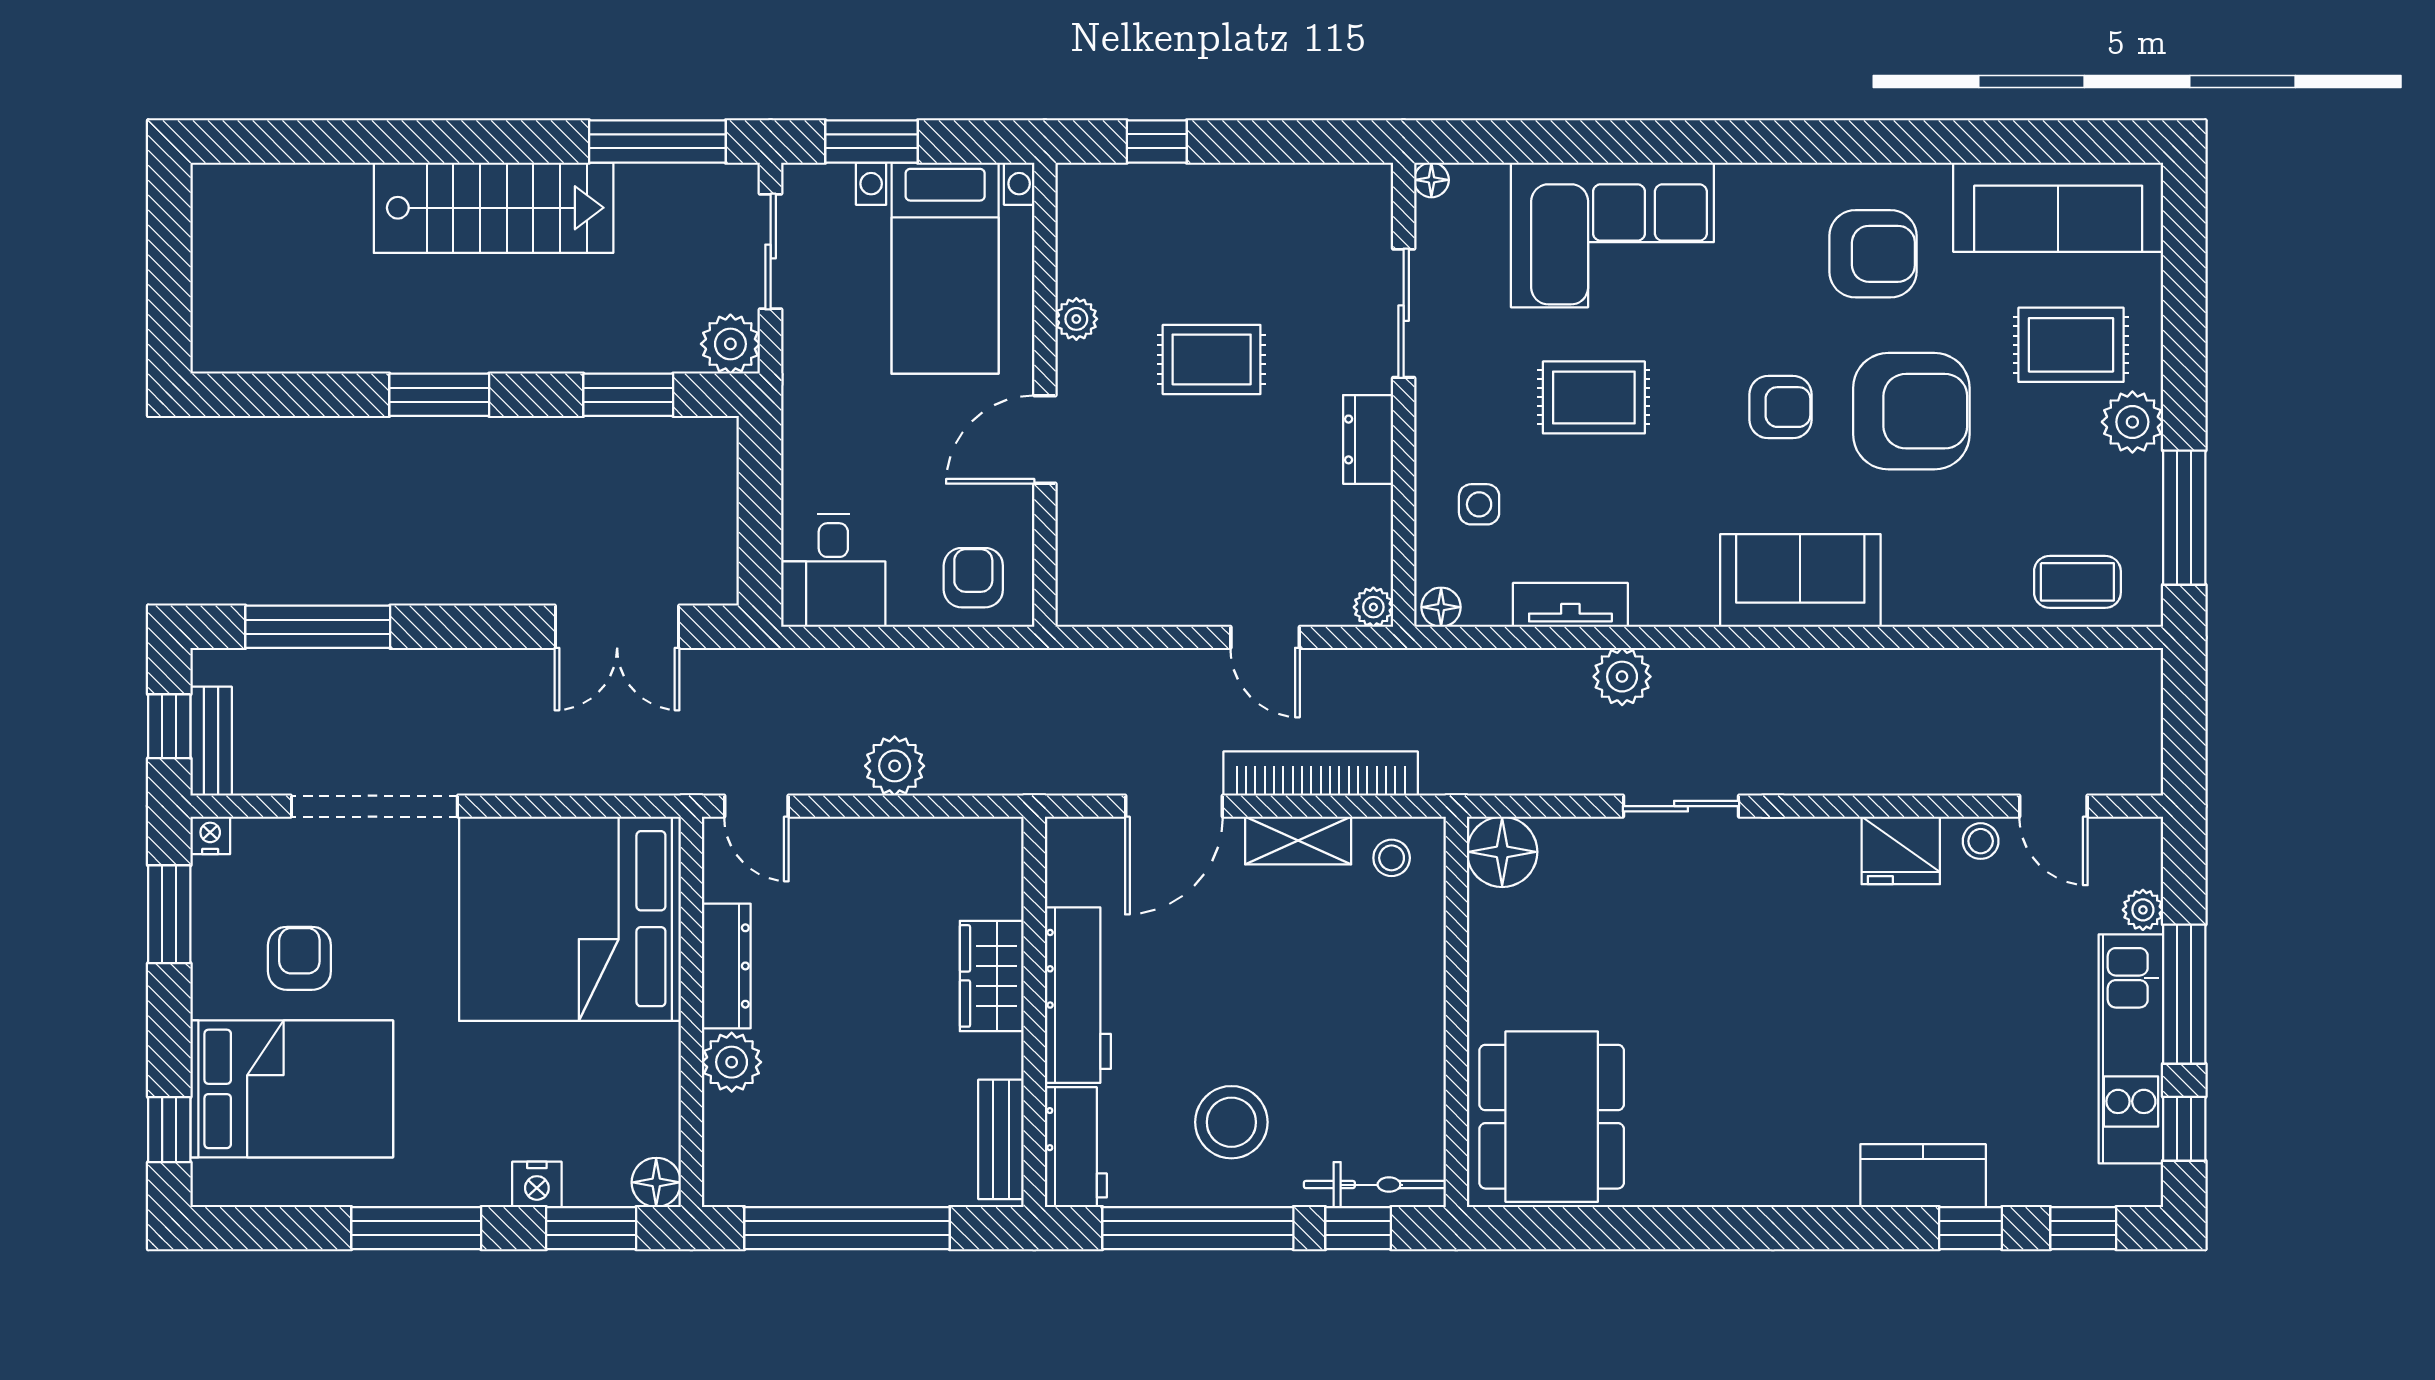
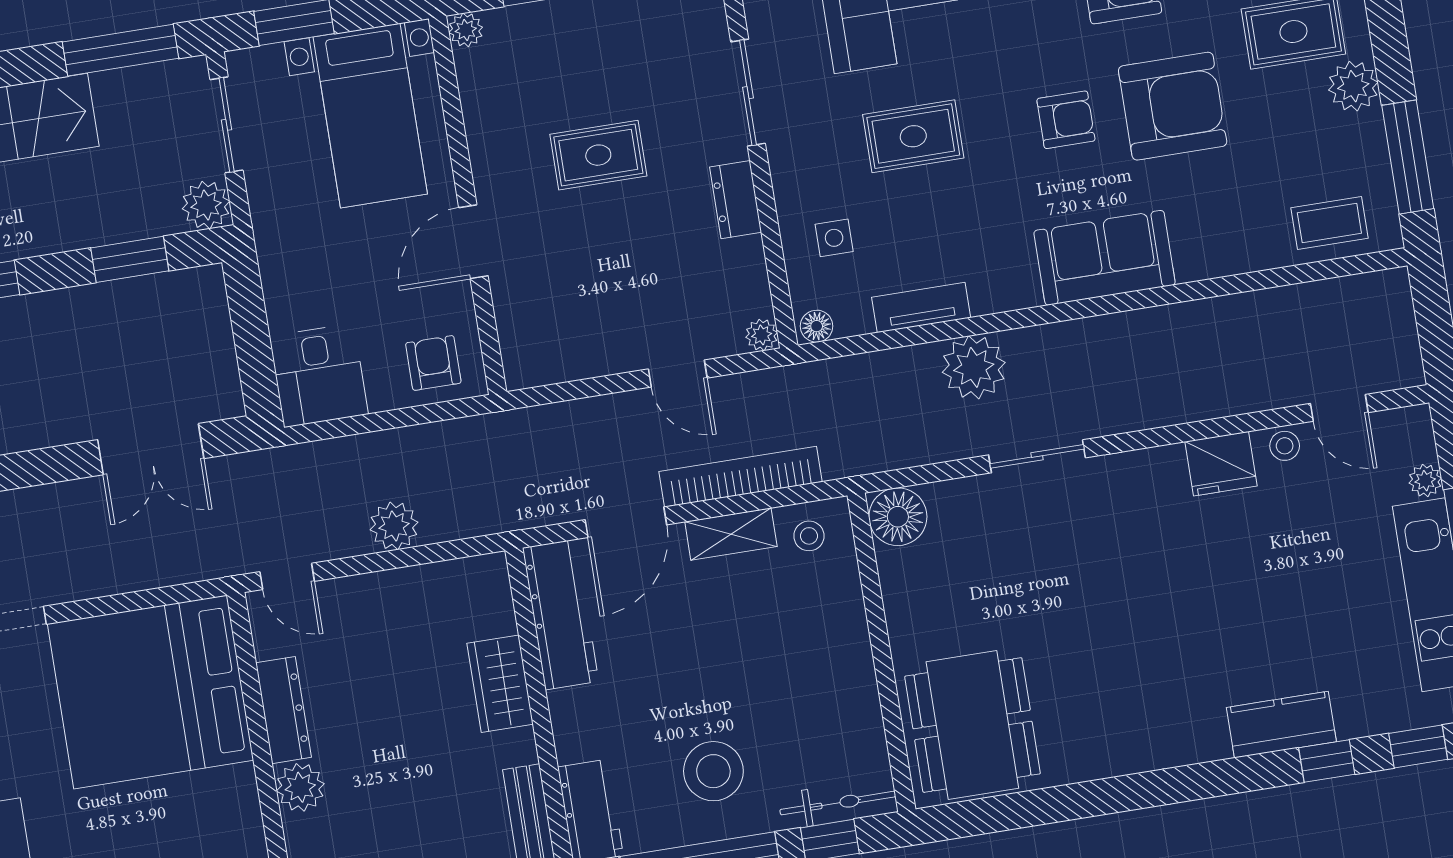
plant: (1076, 319) -> (466, 30), moved
plant: (1622, 677) -> (974, 367), width x1.36, depth x1.36
workbench: (1078, 995) -> (561, 615), moved

